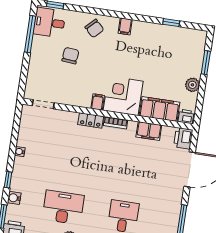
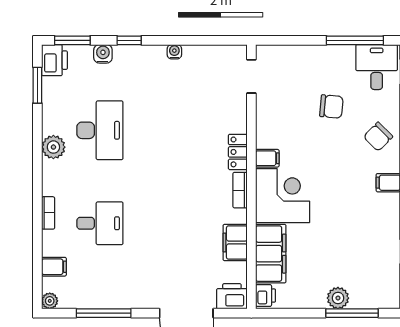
window: (206, 63) -> (352, 313), width x1.44
plant: (192, 85) -> (338, 298), moved

